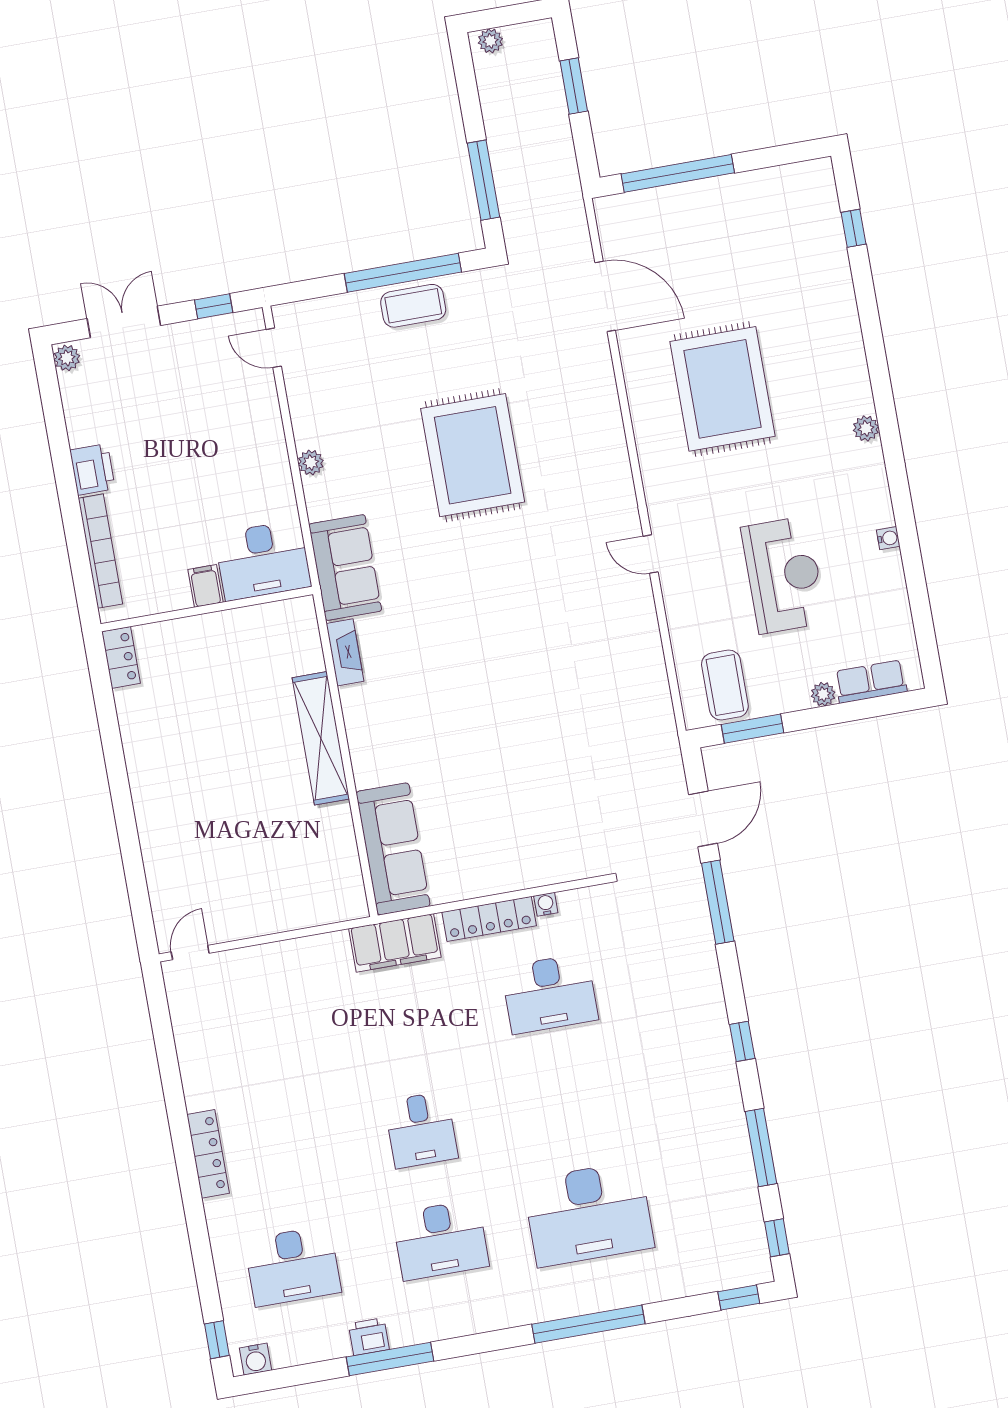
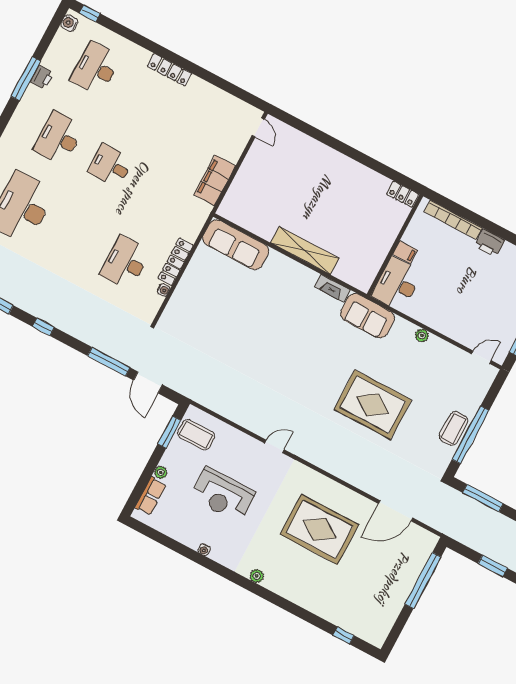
filing cabinet: (395, 943) -> (215, 180), moved

